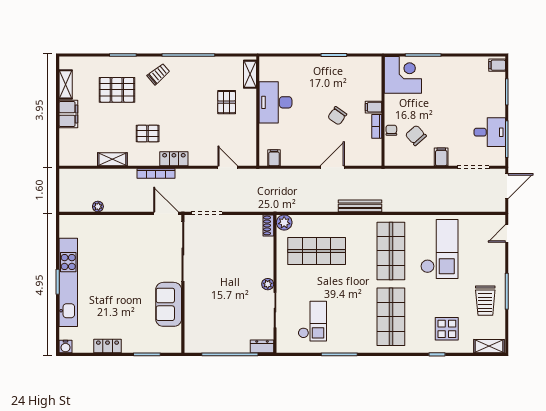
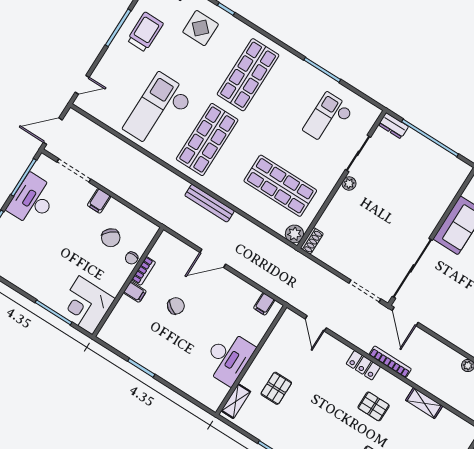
desk: (490, 132) -> (33, 200), width x1.37

